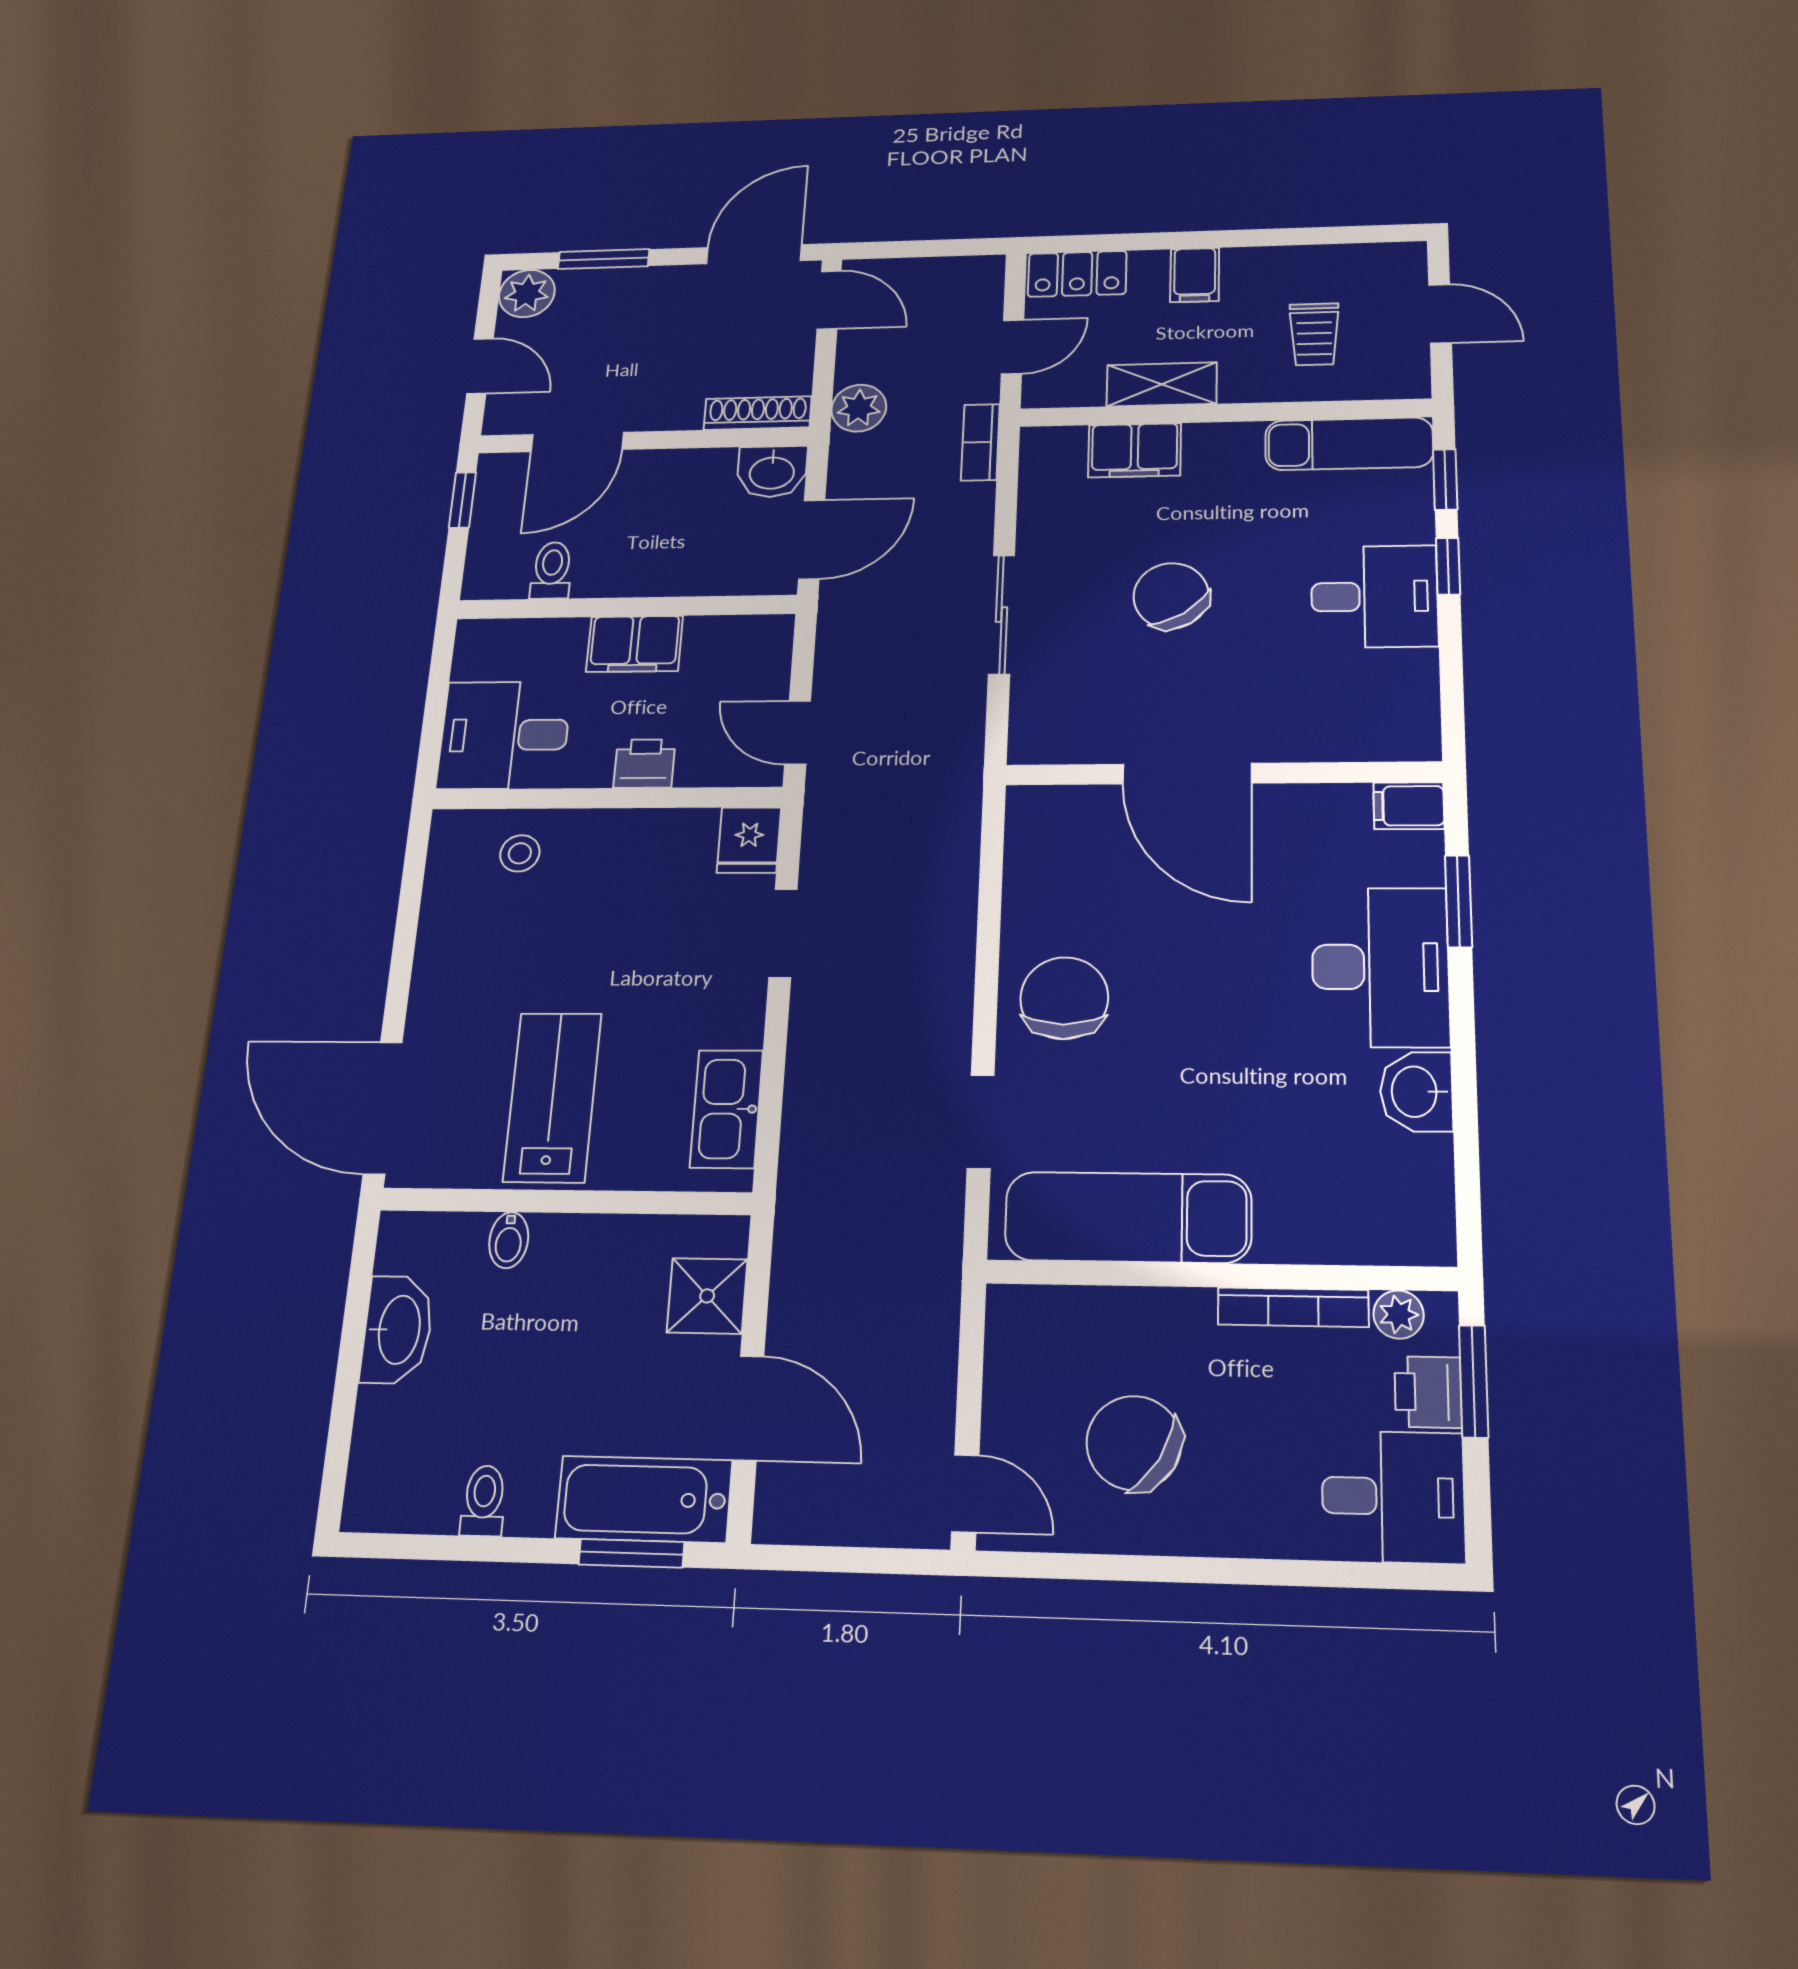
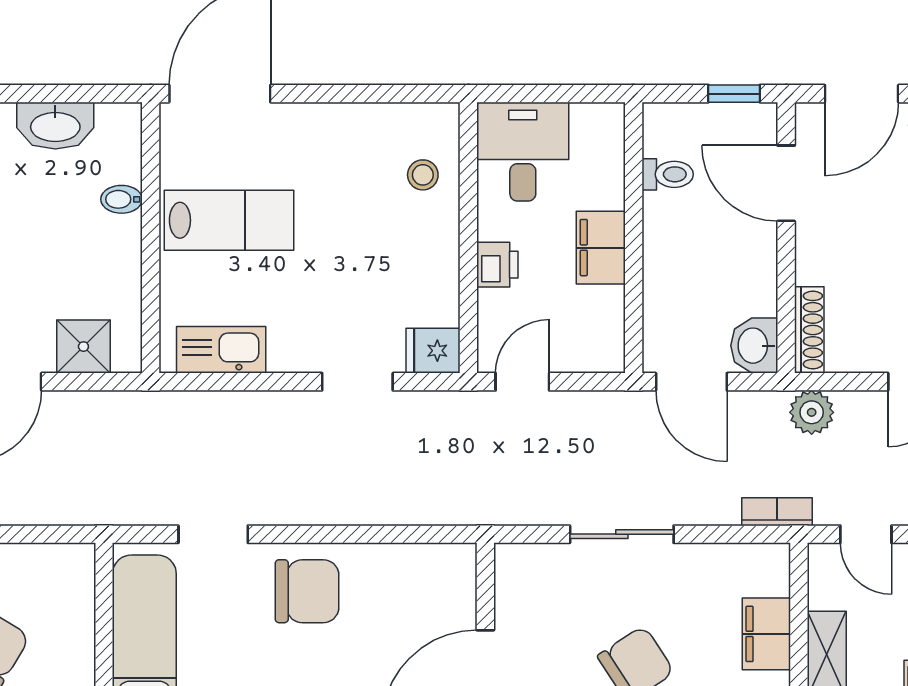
door: (480, 366) -> (862, 94), width x1.38

